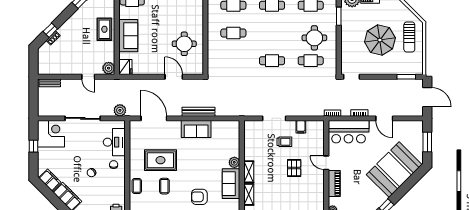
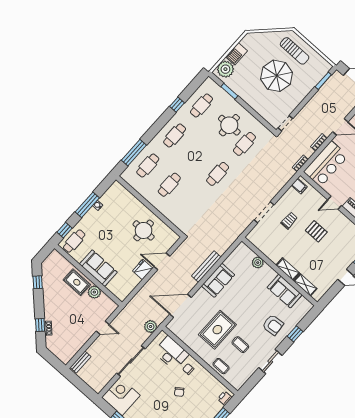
fridge: (125, 67) -> (143, 269), moved, turned -90
plant: (109, 68) -> (94, 292), moved
filing cabinet: (301, 127) -> (299, 186), moved
plant: (234, 162) -> (258, 263), moved
armchair: (199, 197) -> (273, 325), turned -95

